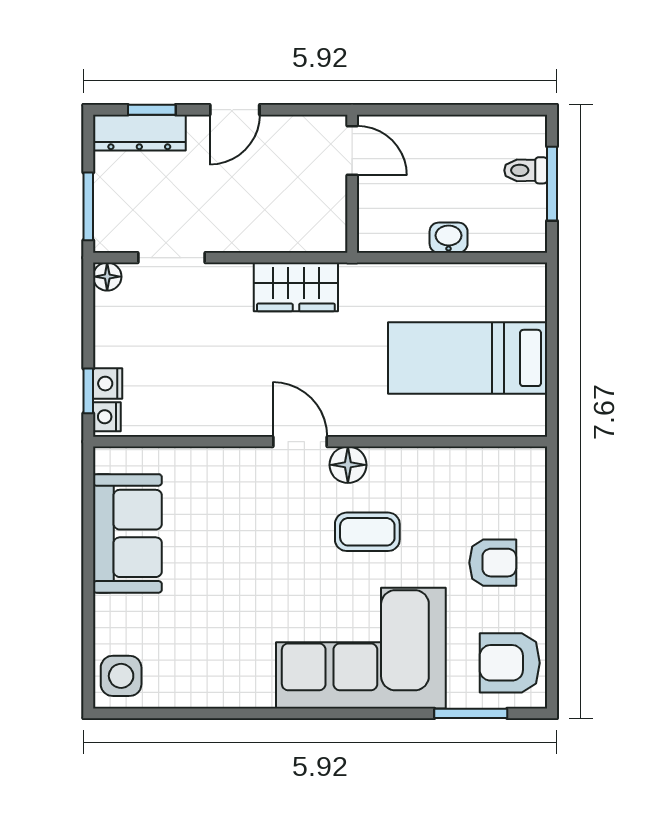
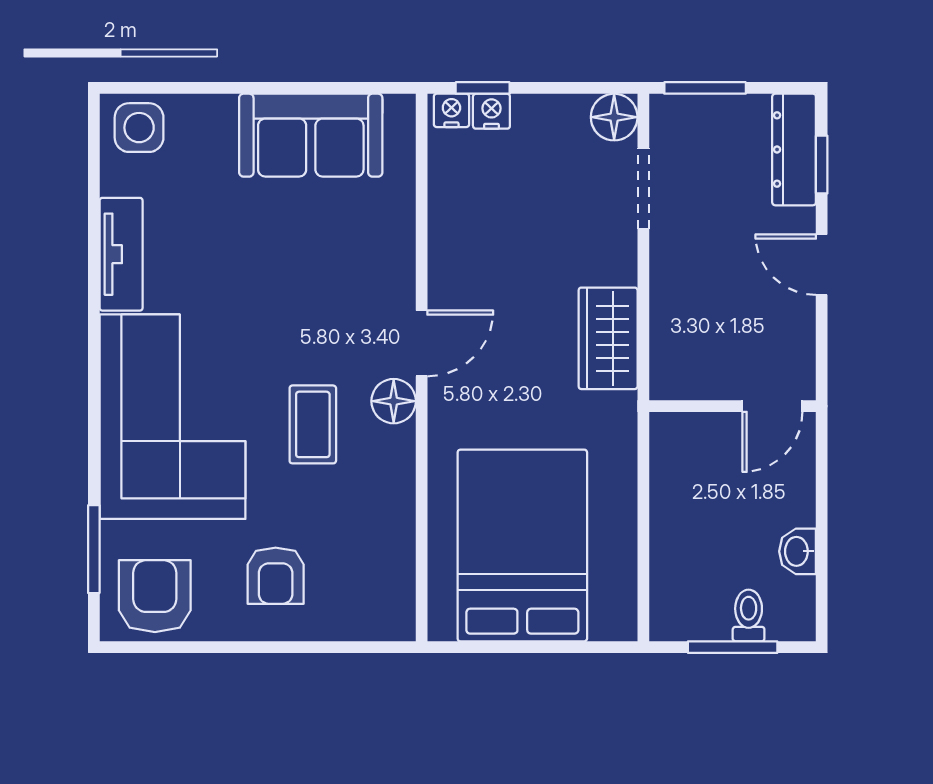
washbasin: (449, 238) -> (798, 551), moved, turned 180
floor lamp: (107, 277) -> (614, 117), width x1.37, depth x1.37
bed: (468, 358) -> (522, 545), width x1.50
tv unit: (226, 691) -> (121, 254), added

